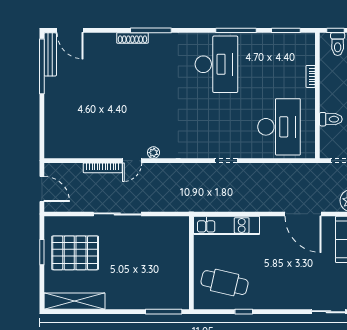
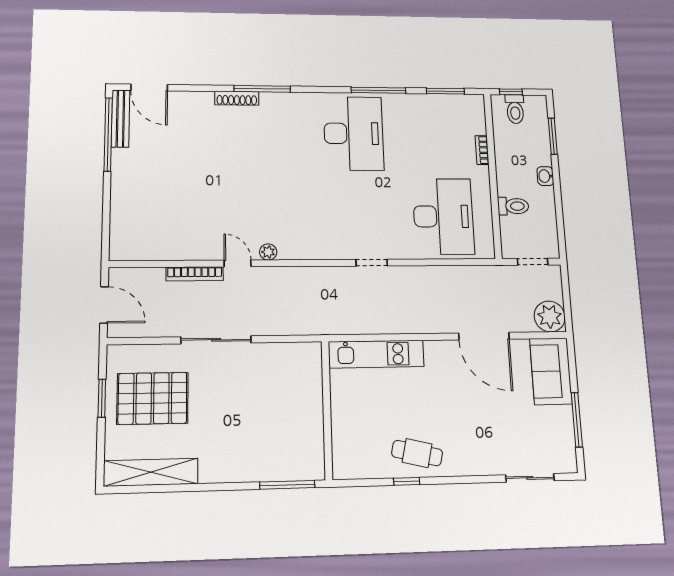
door: (132, 161) -> (238, 263), swing flipped
cafe table: (225, 283) -> (417, 453), moved, width x0.73, depth x0.74

